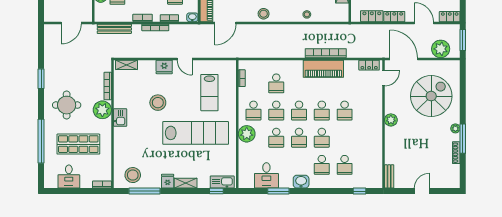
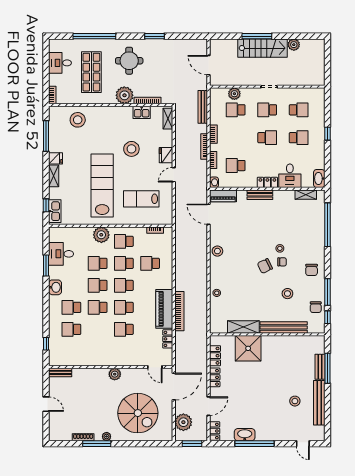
locker: (369, 65) -> (168, 339), moved
kitchen sink: (120, 118) -> (142, 112), moved
lab bench: (196, 133) -> (102, 185), turned 180
stool: (133, 175) -> (78, 120), moved

